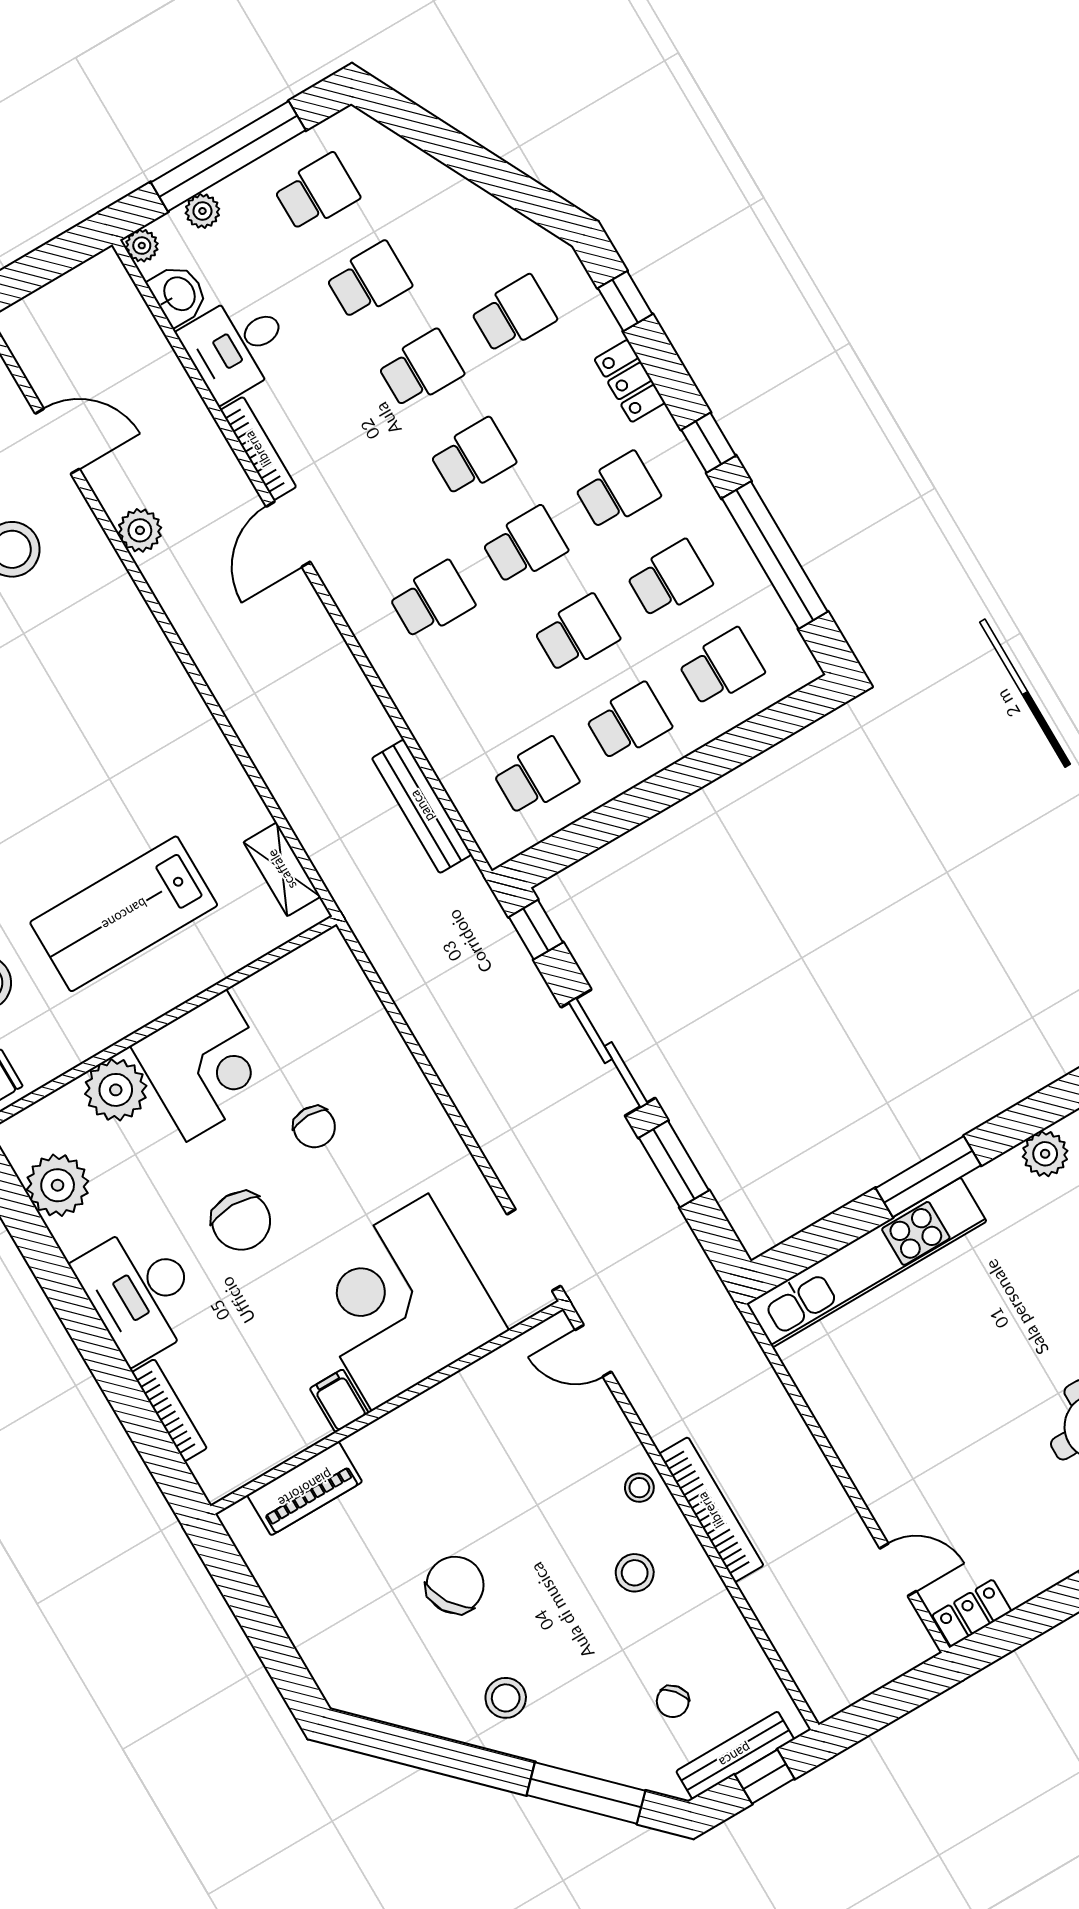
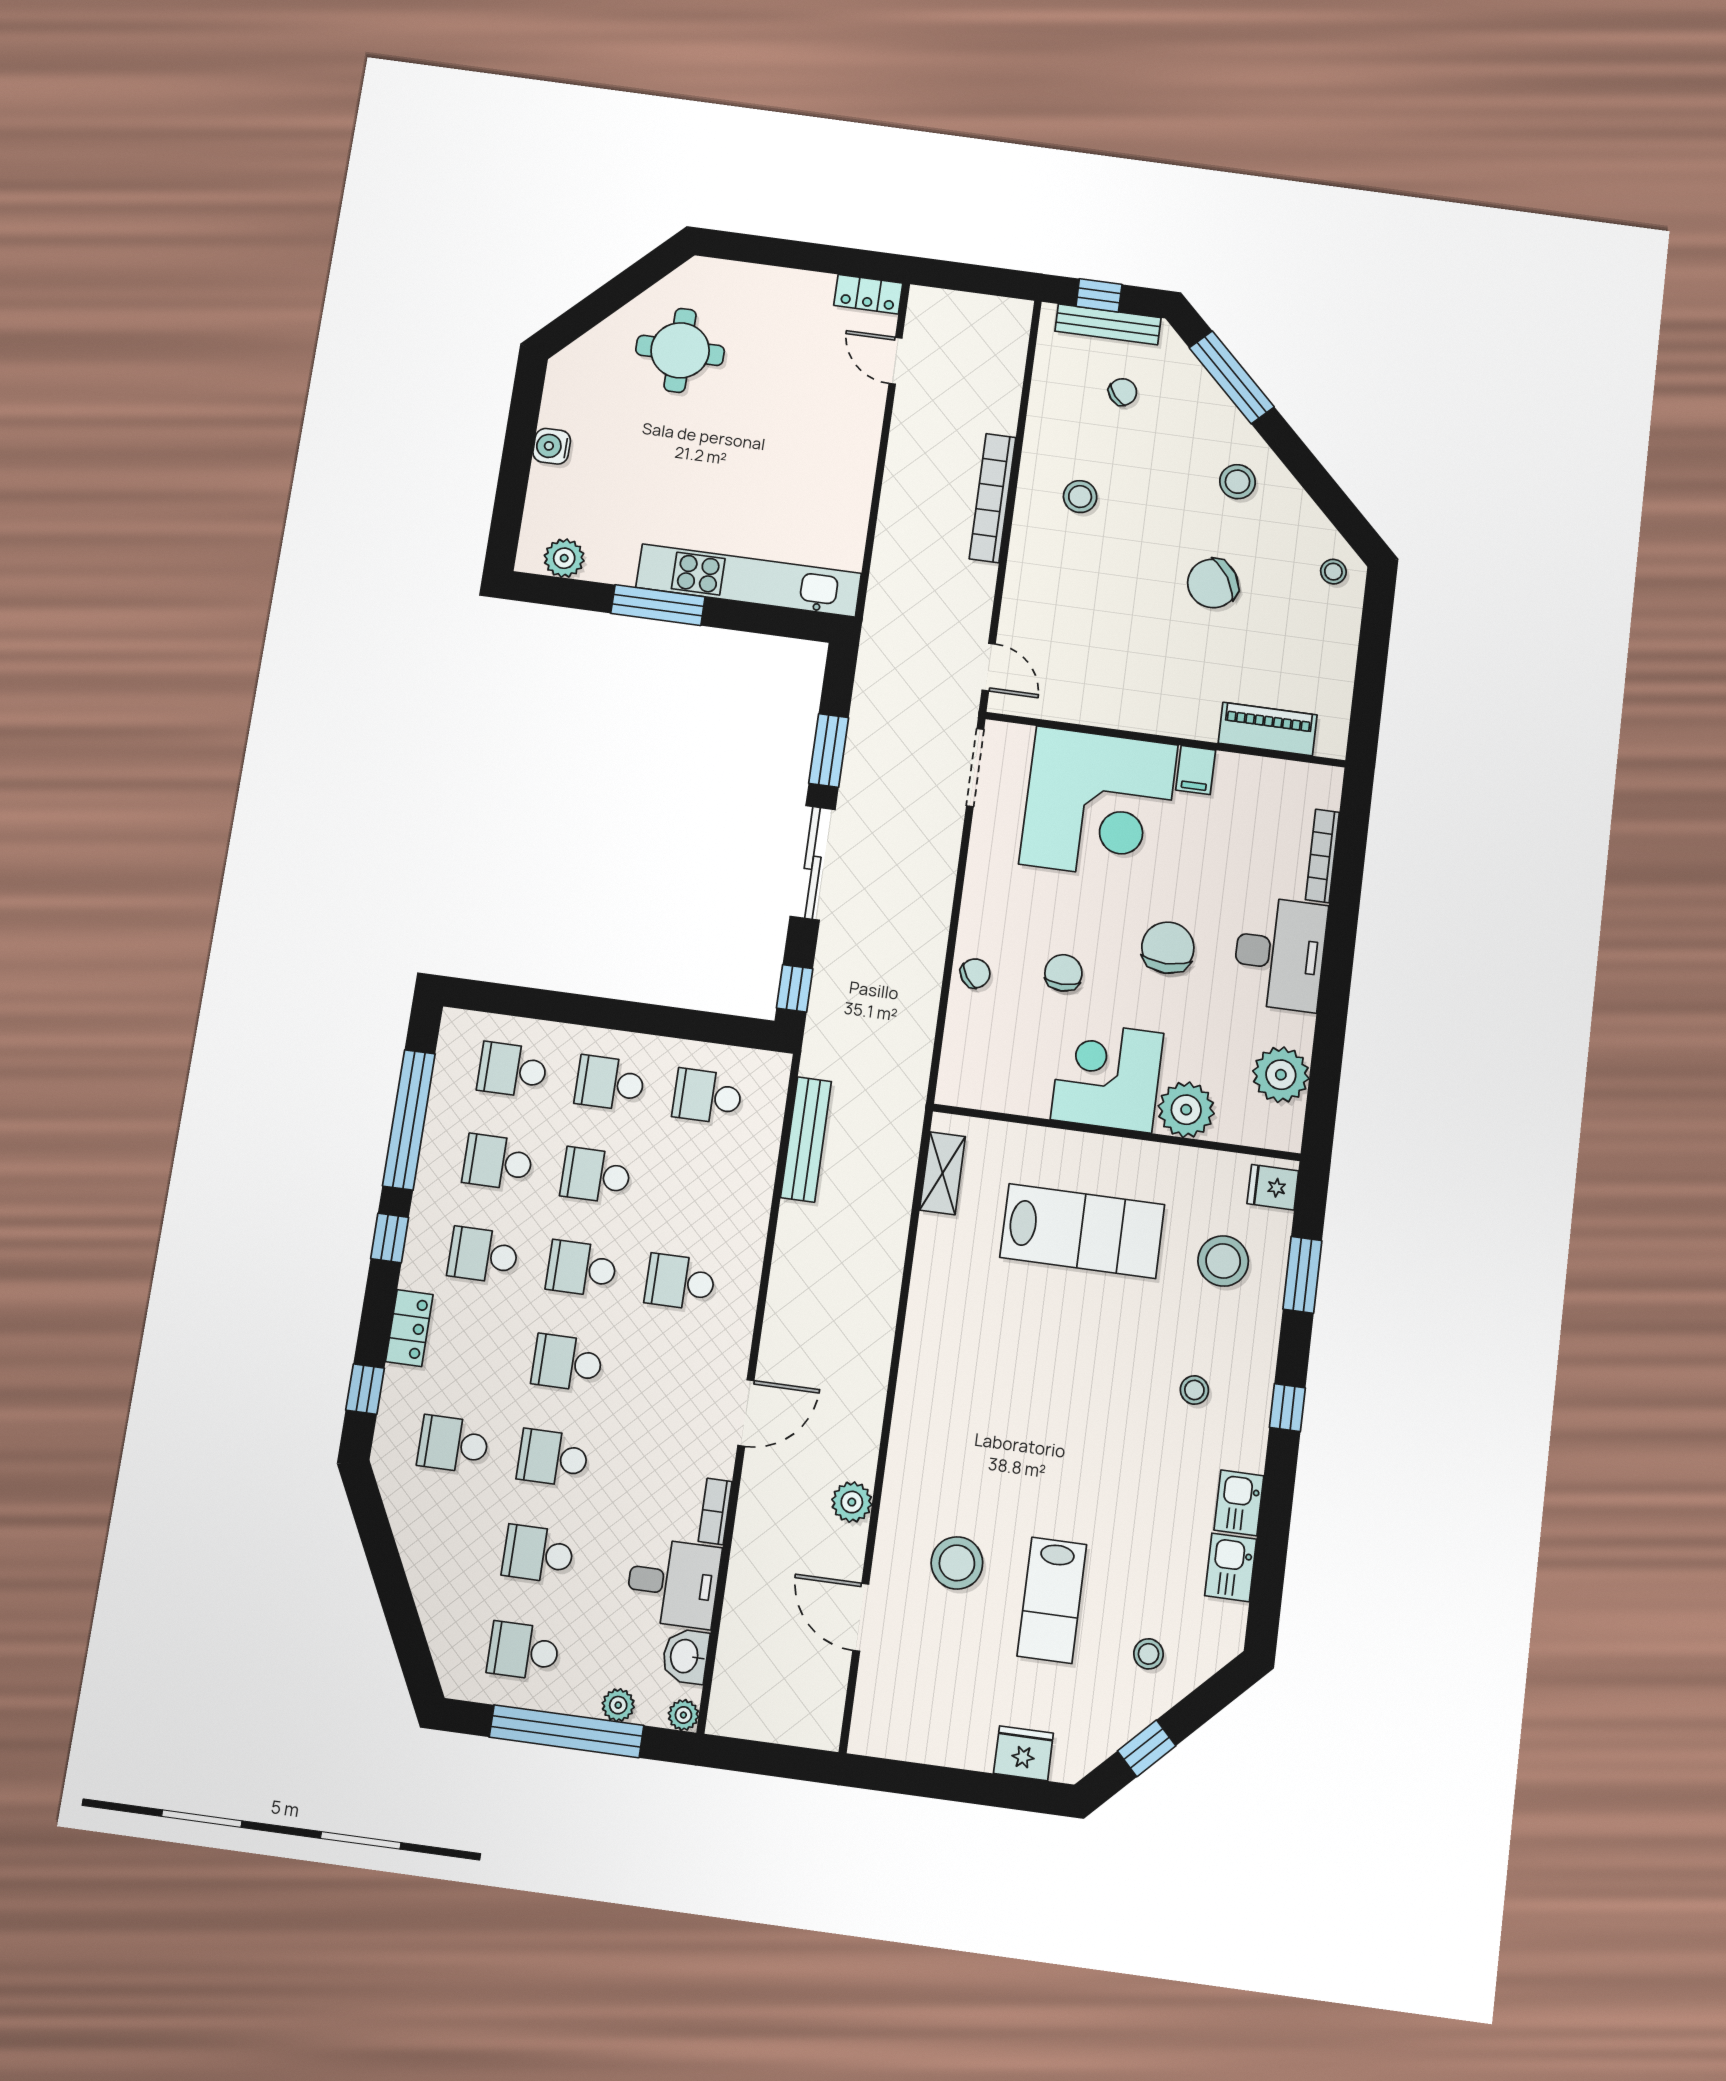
bookcase: (258, 449) -> (715, 1511), width x0.64
chair: (390, 1066) -> (975, 973), added
stool: (639, 1488) -> (1333, 572), moved

